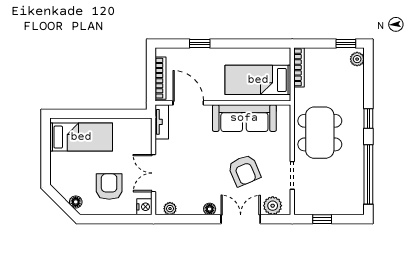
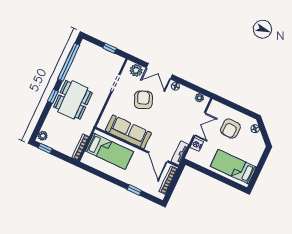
dining table: (320, 133) -> (73, 100), moved
nightstand: (144, 207) -> (197, 145), moved

